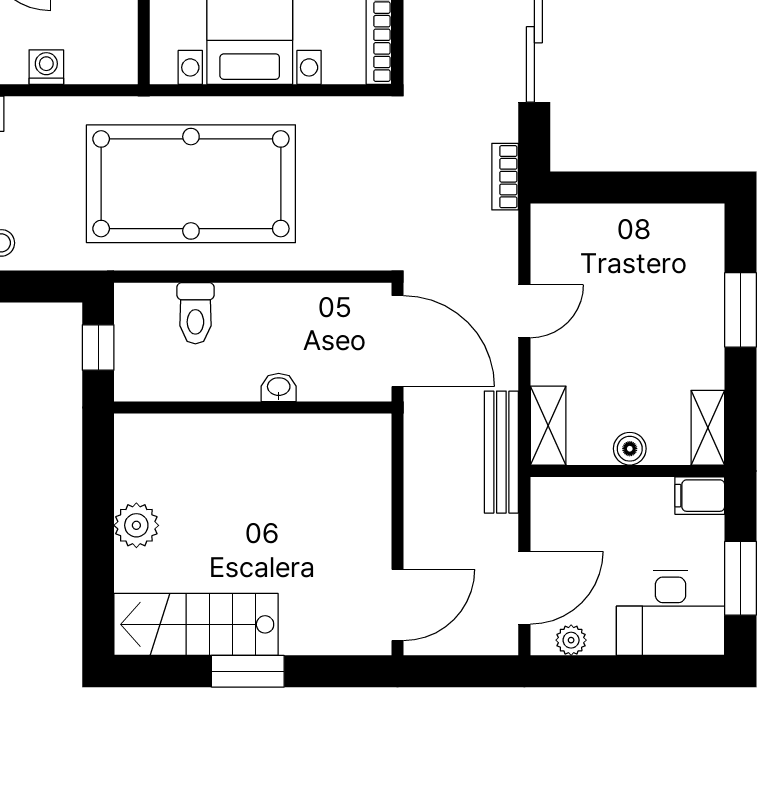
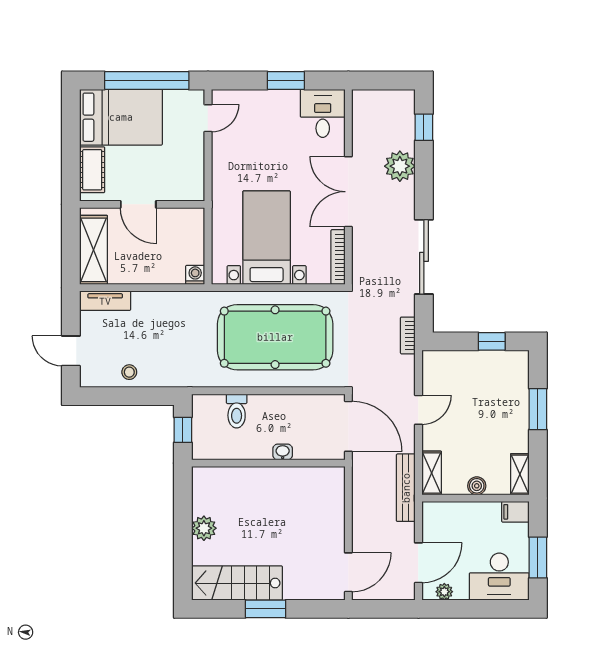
washing machine: (46, 67) -> (195, 275), moved
pool table: (191, 184) -> (275, 337), moved
window: (657, 187) -> (492, 341), added

